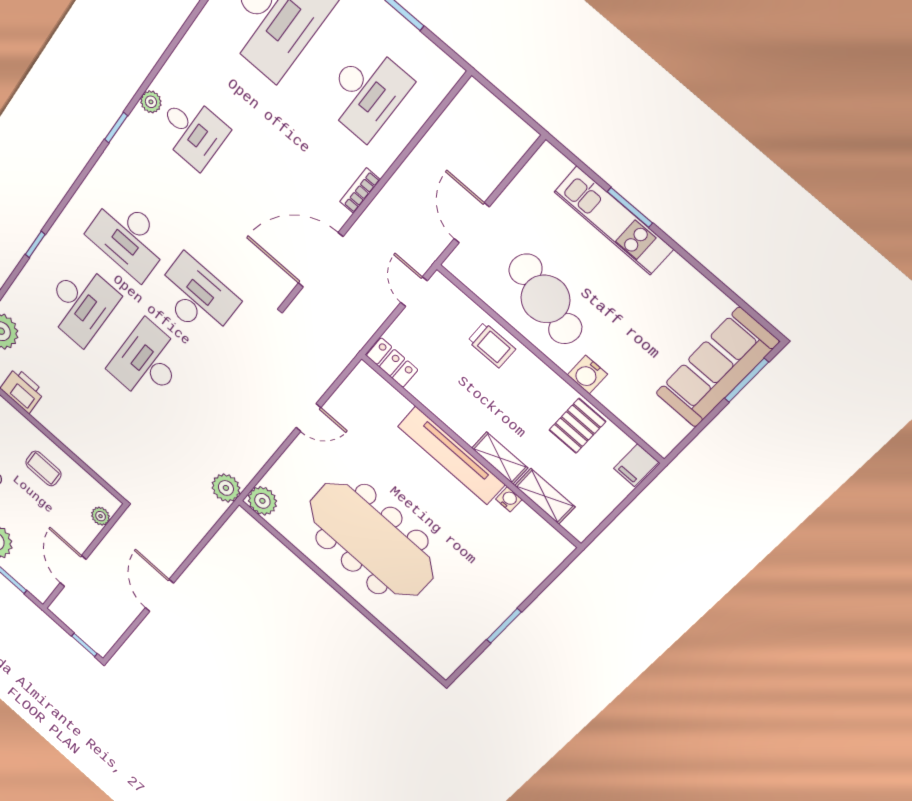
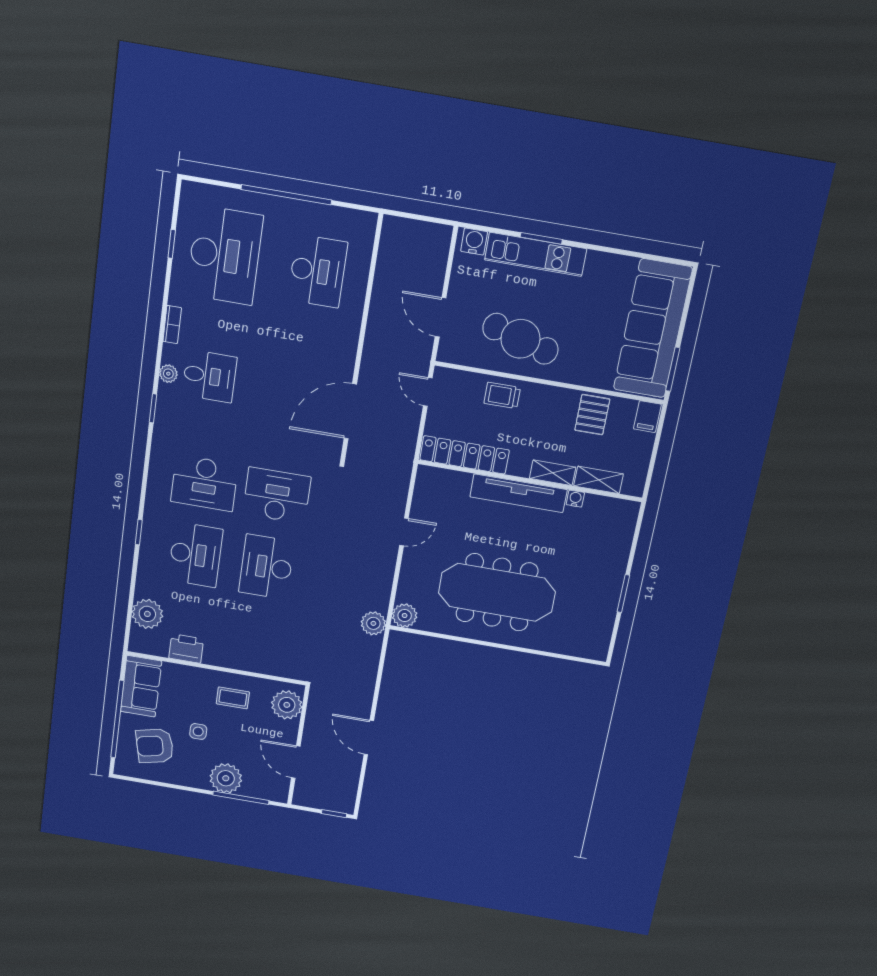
bookcase: (360, 191) -> (172, 325), moved, turned 180
trolley: (492, 345) -> (502, 395), turned 180
locker: (392, 363) -> (464, 455), width x2.16, depth x1.21
sofa: (717, 368) -> (653, 329), width x1.36, depth x1.27
water cooler: (587, 375) -> (474, 242), moved, turned 180
window: (747, 380) -> (673, 369), moved
plant: (101, 516) -> (287, 705), width x1.87, depth x1.87

